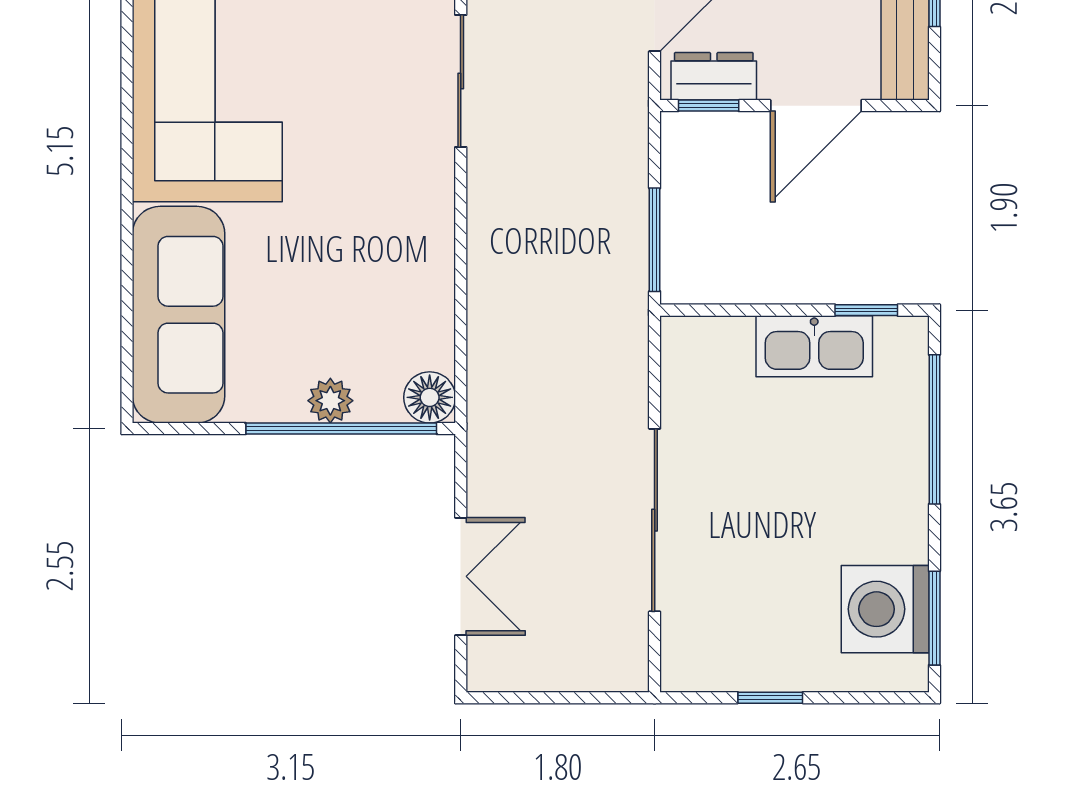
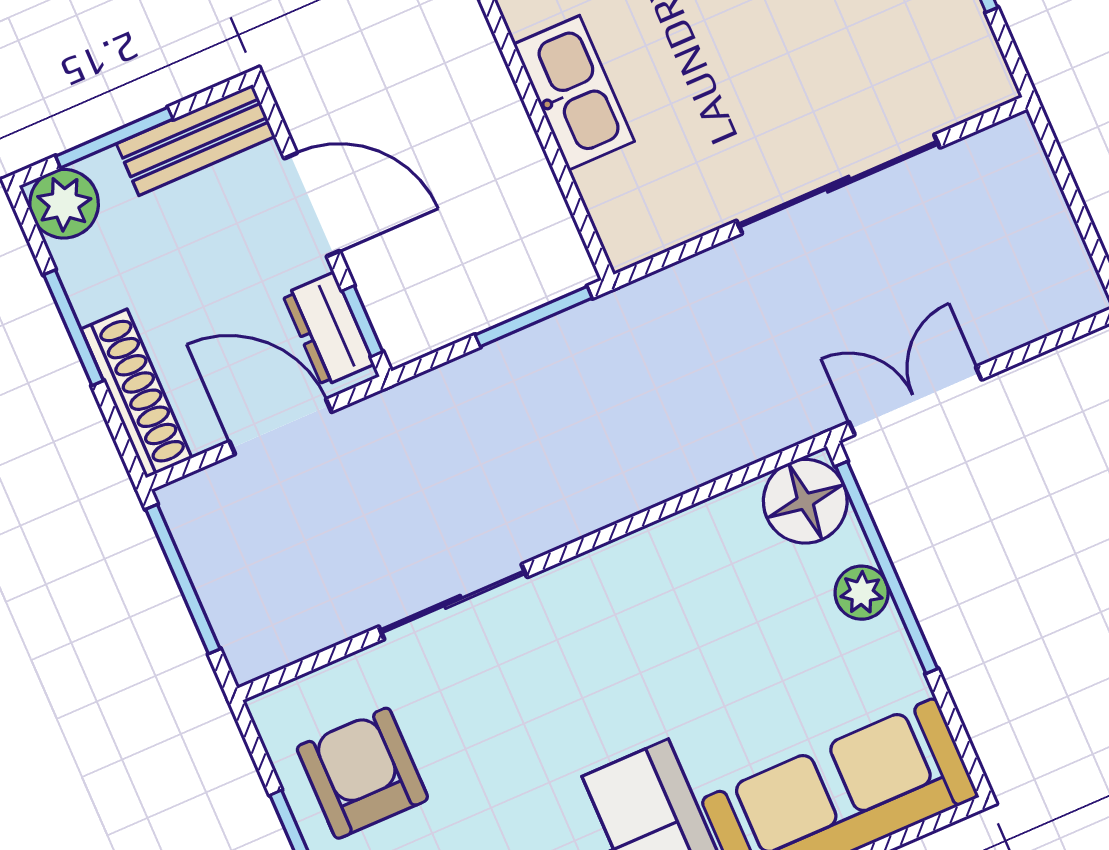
window: (866, 310) -> (510, 53), removed
floor lamp: (430, 397) -> (805, 501), width x1.38, depth x1.38
double door: (461, 576) -> (915, 401), moved

